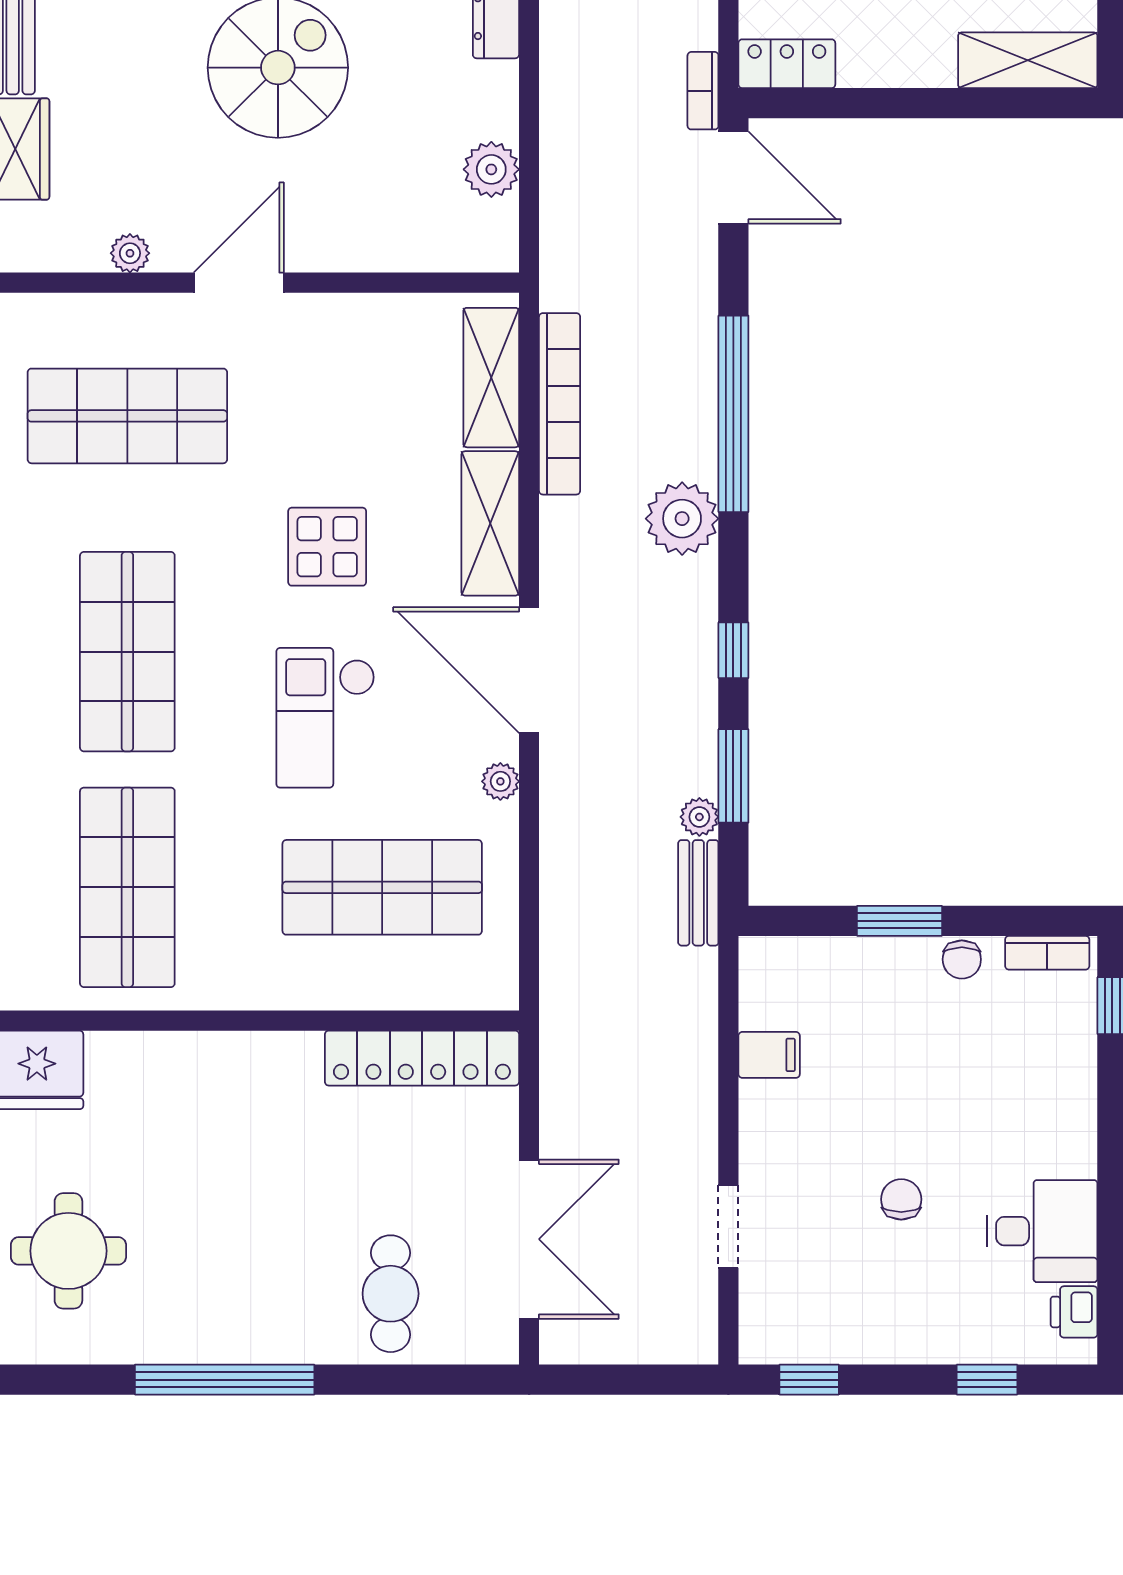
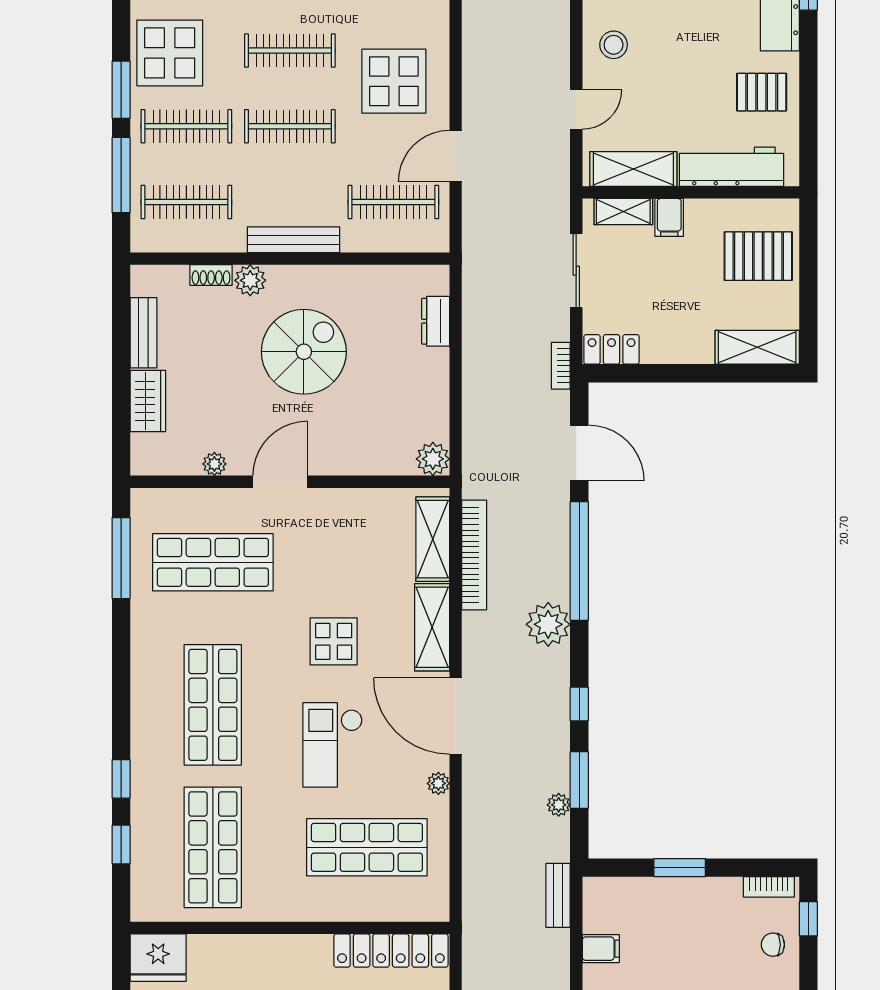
plant: (491, 169) -> (433, 459), moved
door: (733, 177) -> (579, 453), moved
bench: (698, 893) -> (558, 895), moved
chair: (962, 959) -> (773, 945), moved, turned 90

